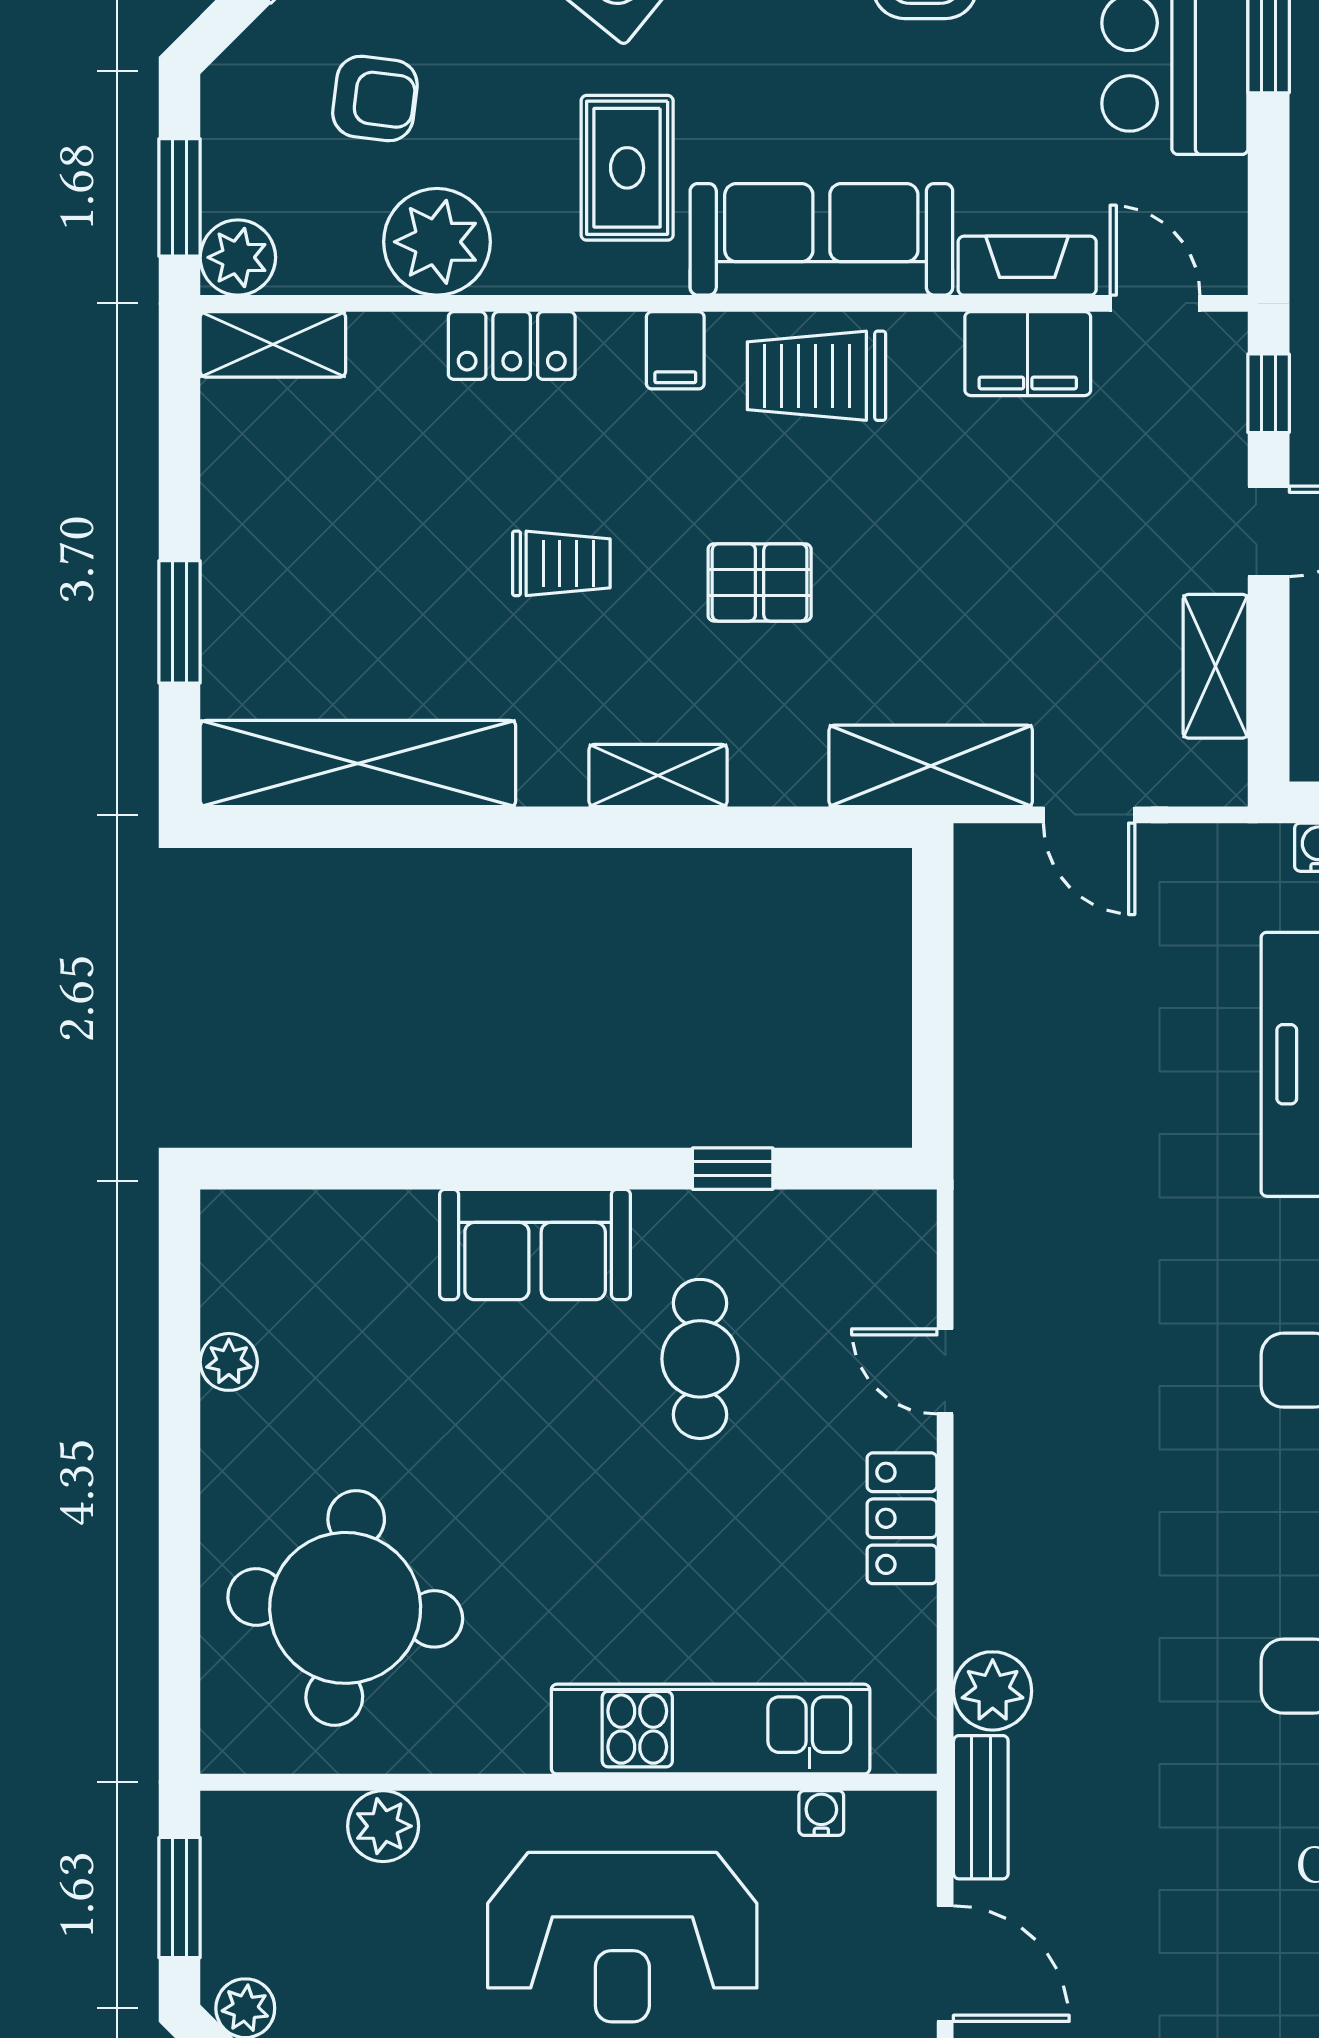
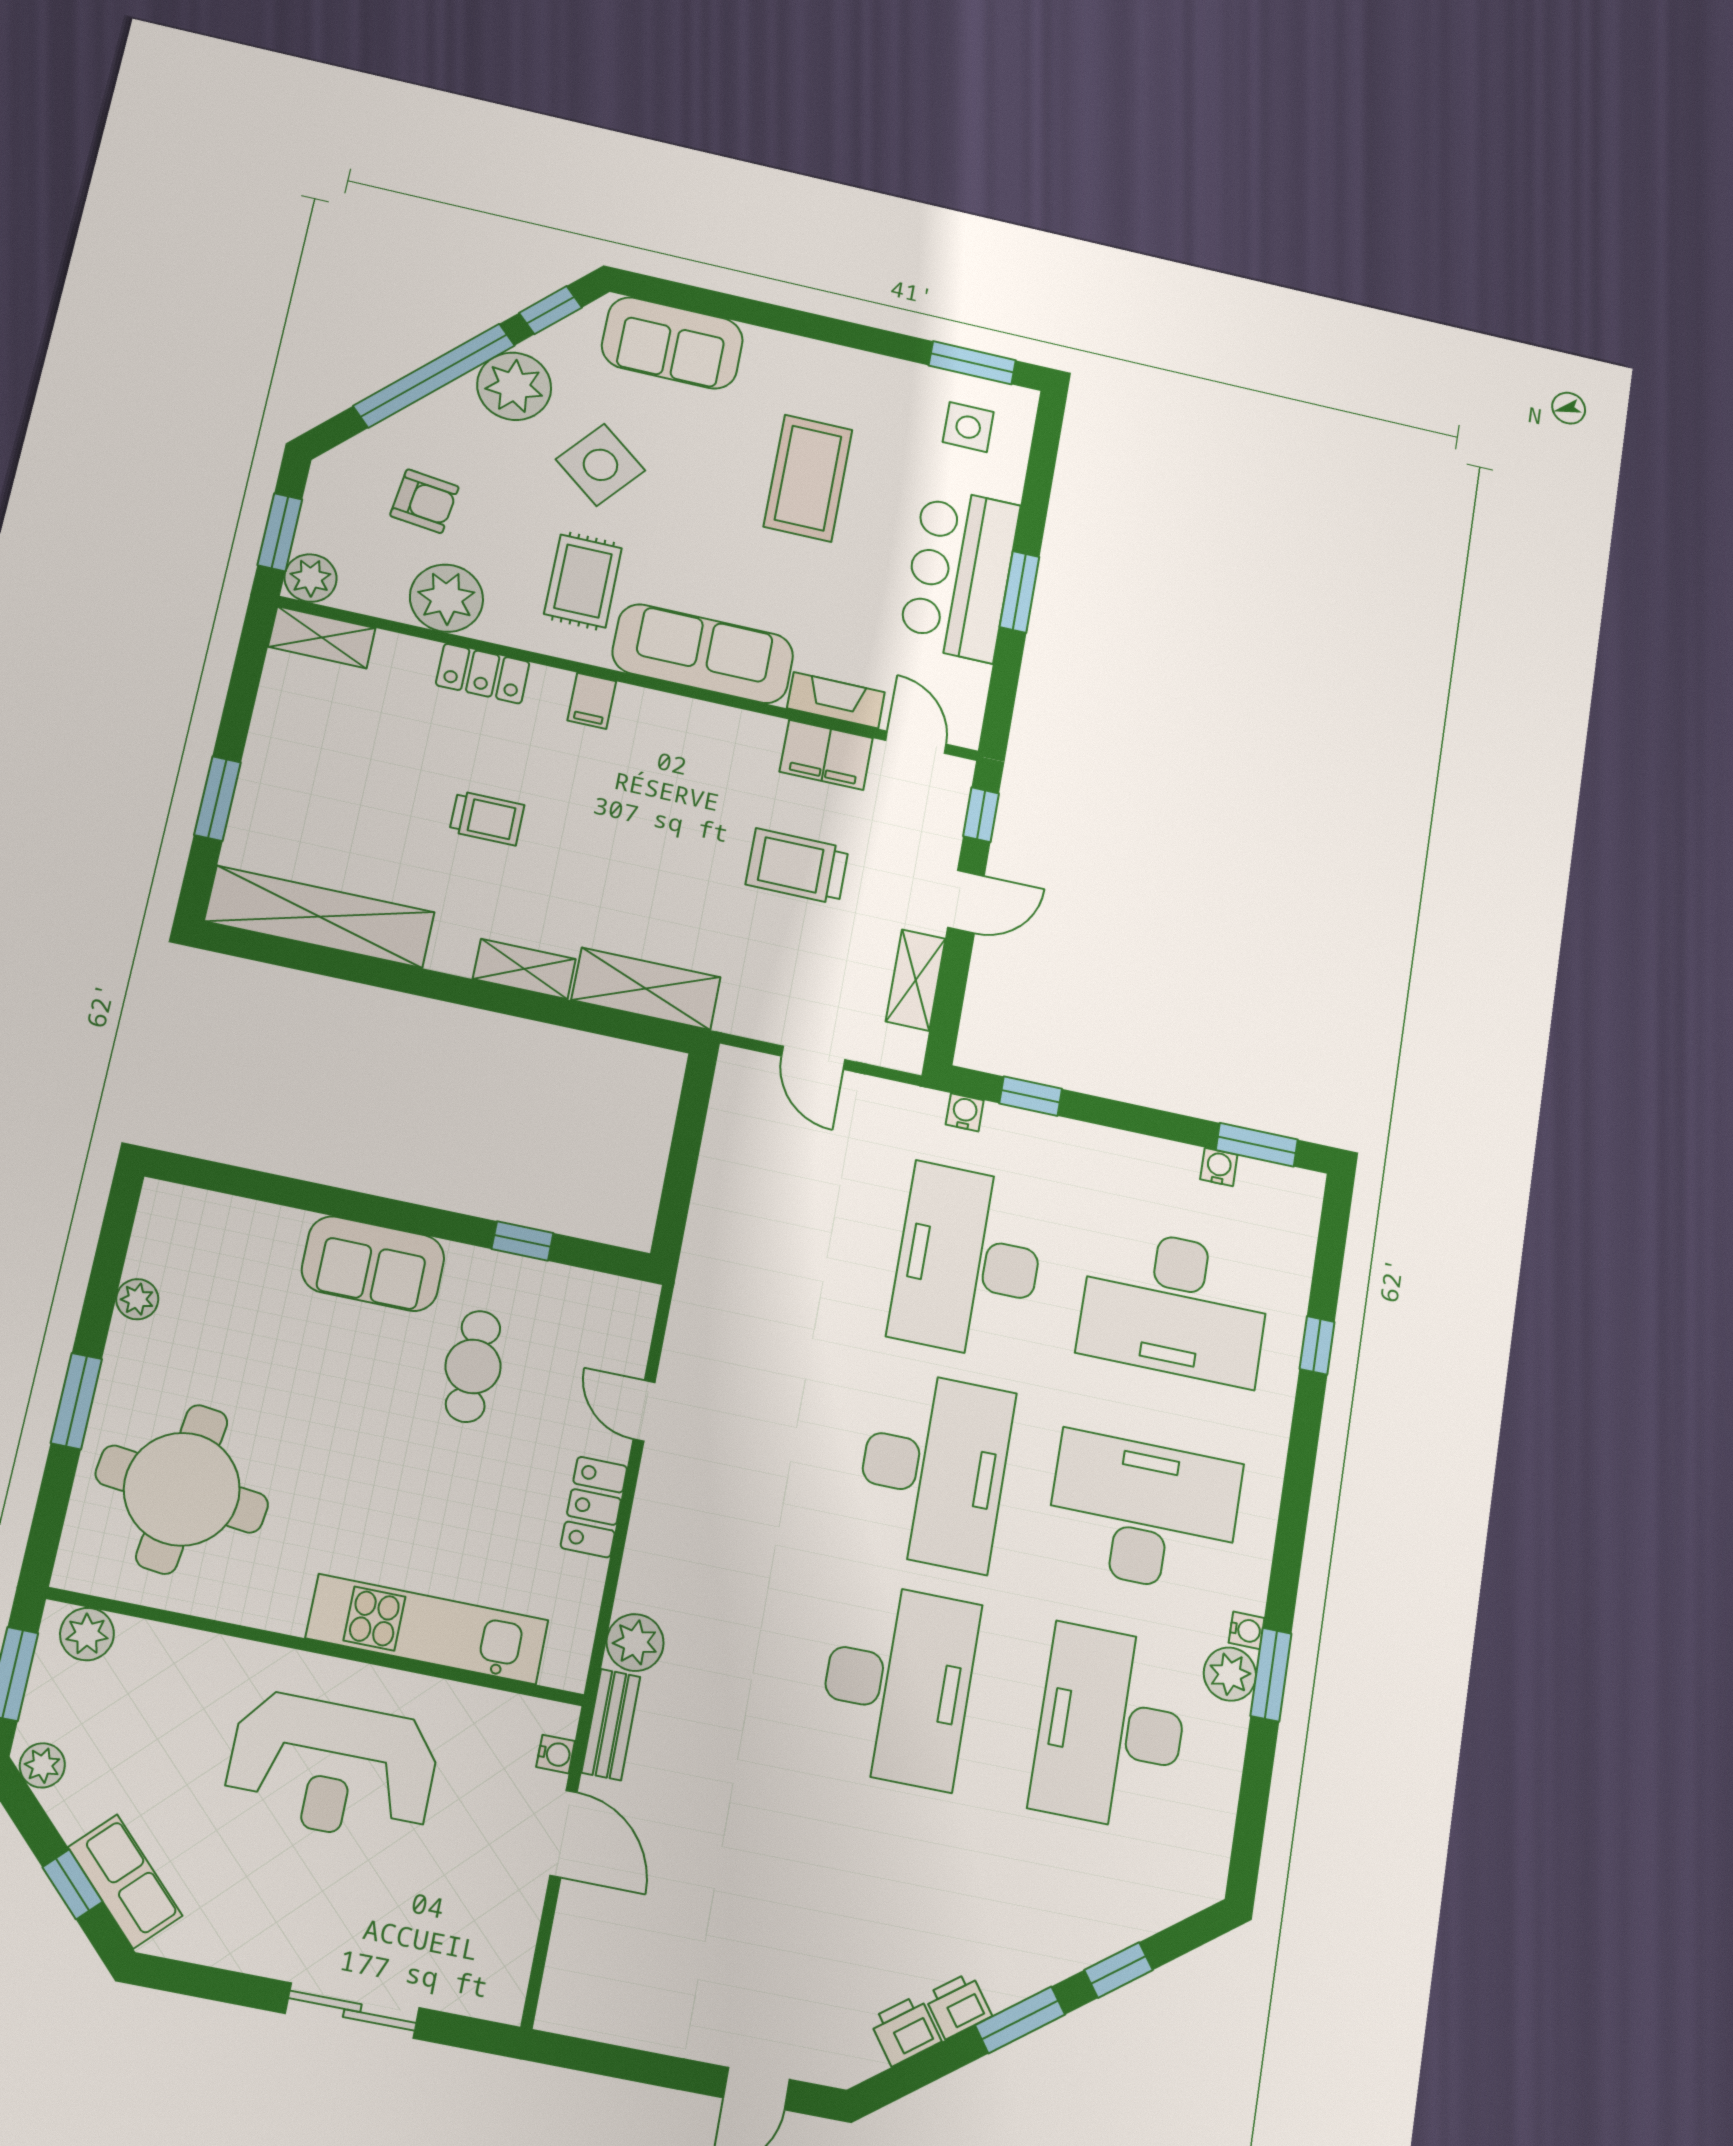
trolley: (817, 376) -> (797, 866), moved
pallet: (760, 582) -> (619, 860), removed
shelving: (931, 766) -> (646, 989), moved
window: (180, 1518) -> (76, 1401), added
water cooler: (821, 1813) -> (556, 1754), moved, turned 90
plant: (383, 1826) -> (87, 1634), moved

